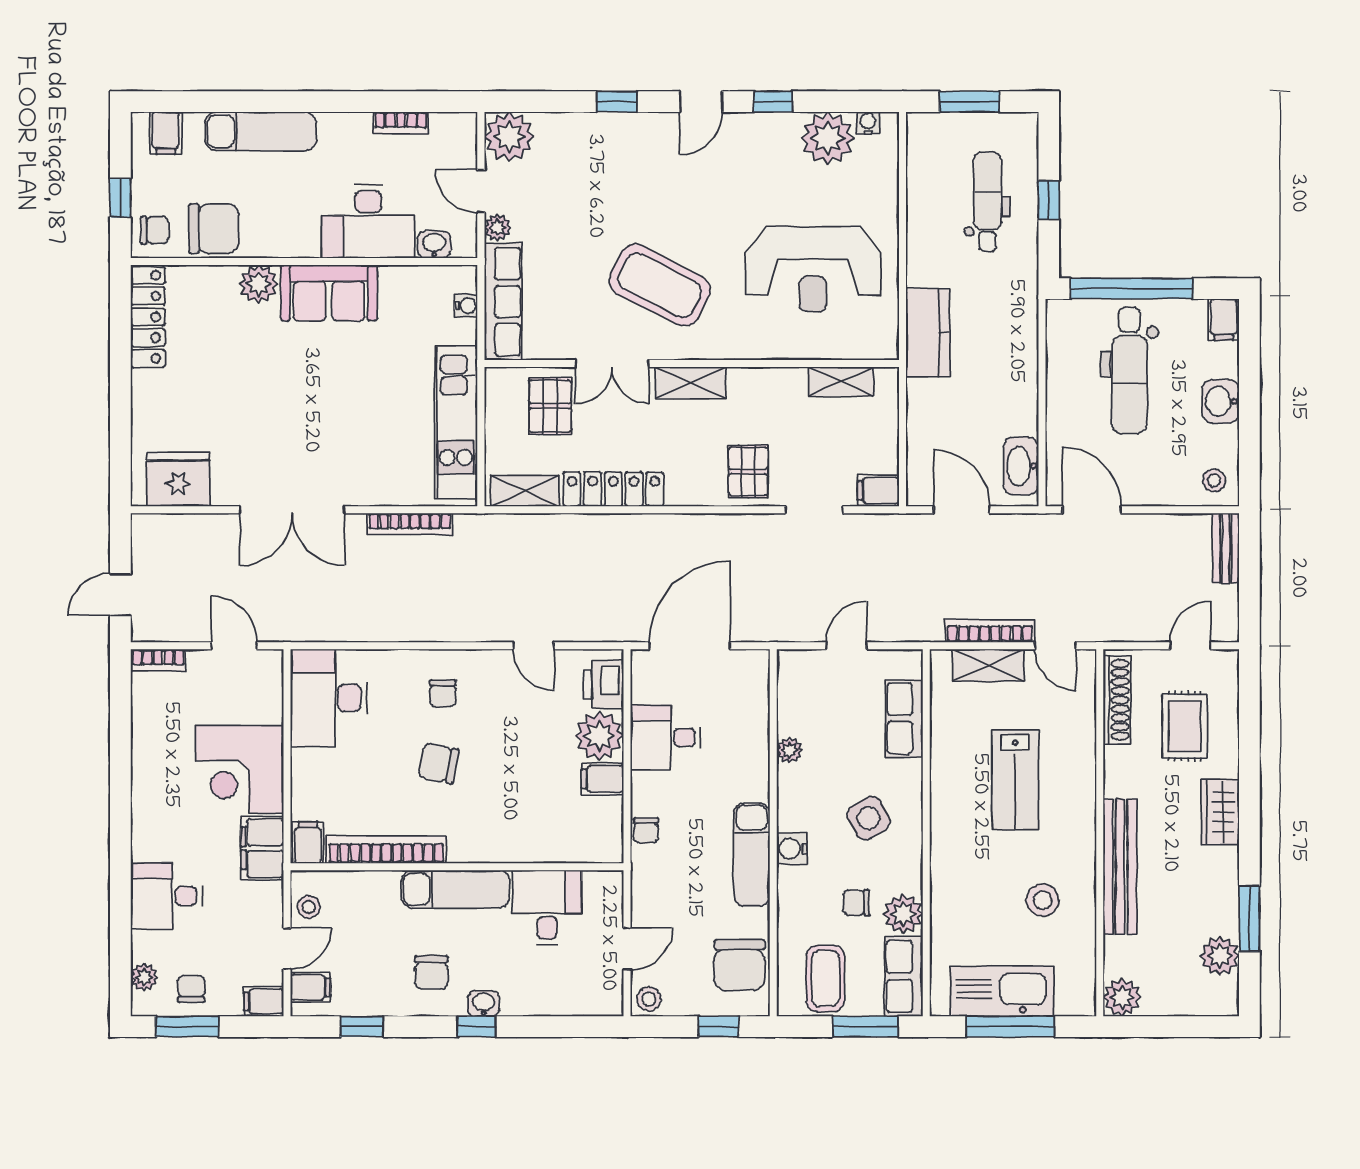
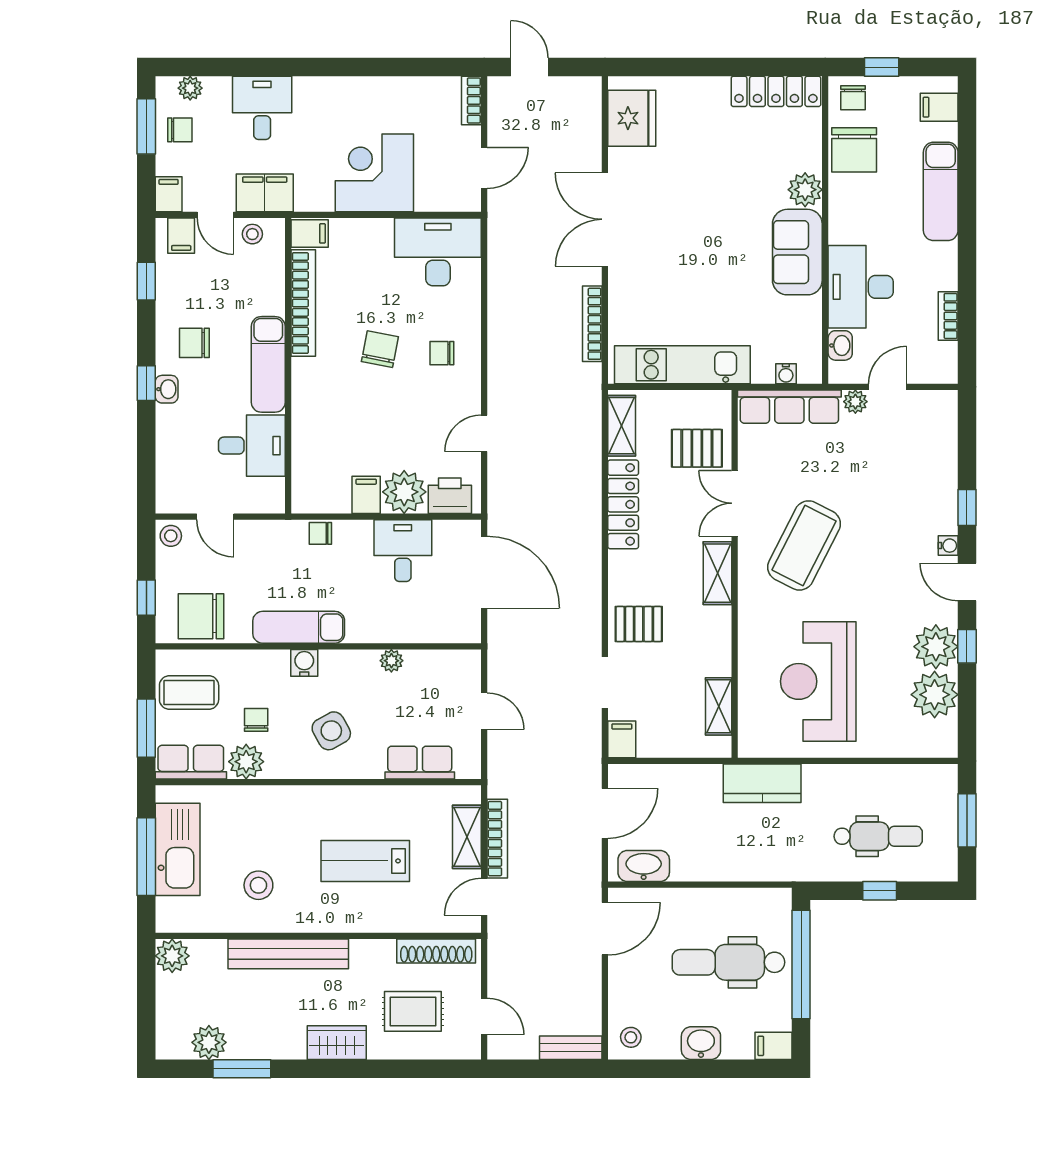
water cooler: (868, 123) -> (948, 546), moved
plant: (509, 137) -> (936, 647), moved
filing cabinet: (262, 848) -> (265, 193), moved

